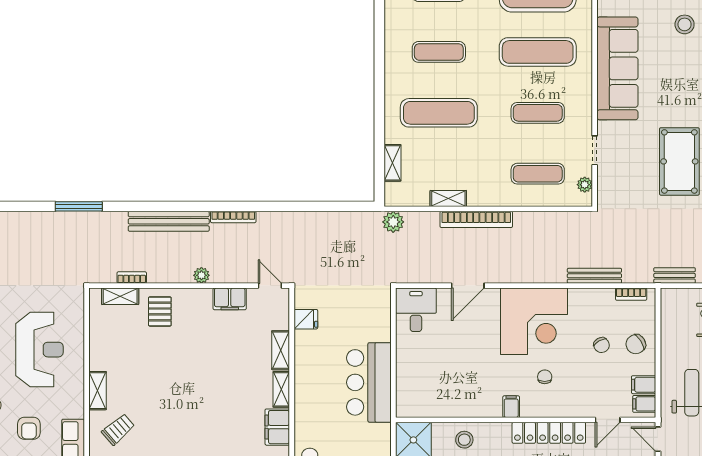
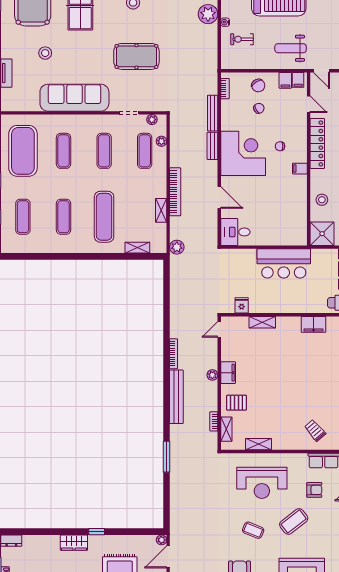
exercise mat: (538, 52) -> (64, 151), width x0.73, depth x0.69
plant: (552, 199) -> (161, 141), added
bench: (675, 275) -> (212, 146), moved
filing cabinet: (230, 299) -> (228, 373), moved
reception desk: (40, 350) -> (262, 483), turned 180
shelving: (281, 389) -> (288, 322), removed
shelving: (98, 391) -> (258, 444), moved
door: (658, 439) -> (322, 71), hinge flipped

